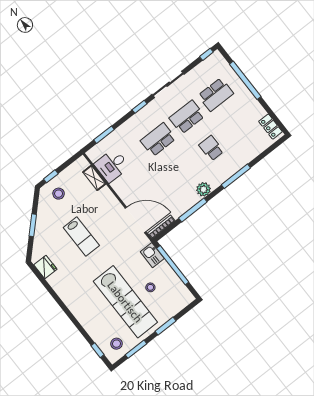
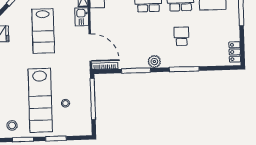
lab bench: (81, 236) -> (43, 31), width x1.36, depth x1.39
kitchen sink: (152, 255) -> (82, 17), moved

